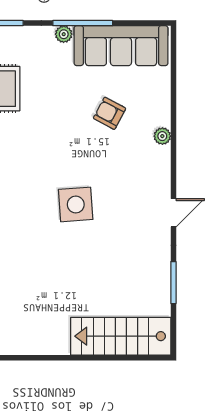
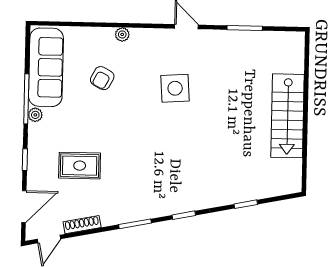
side table: (76, 204) -> (175, 88), moved
stairs: (121, 336) -> (288, 116), moved

